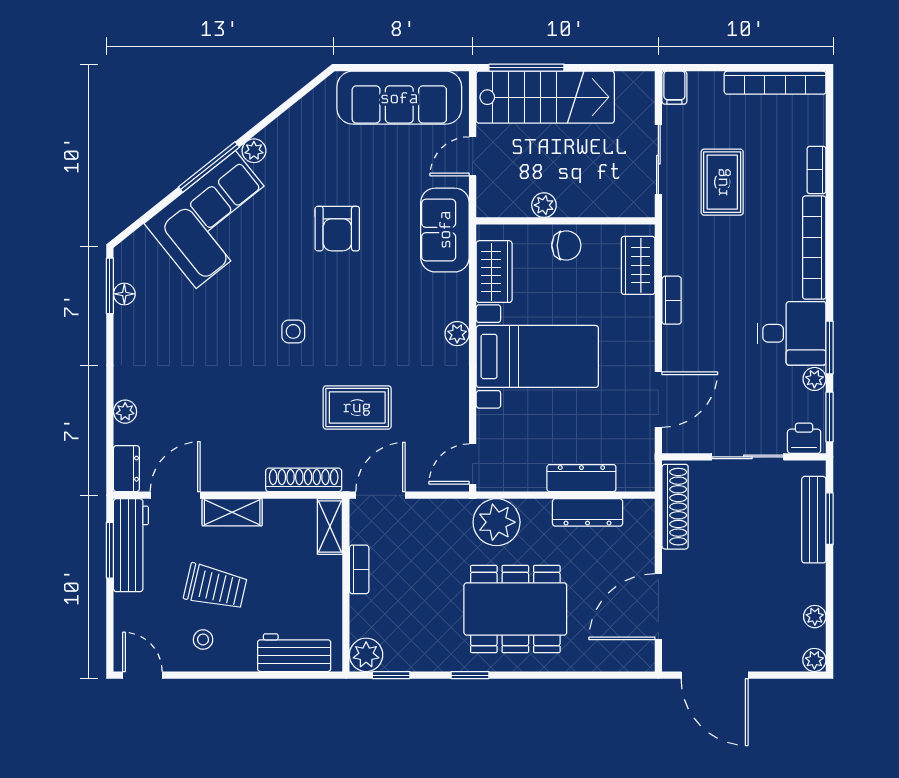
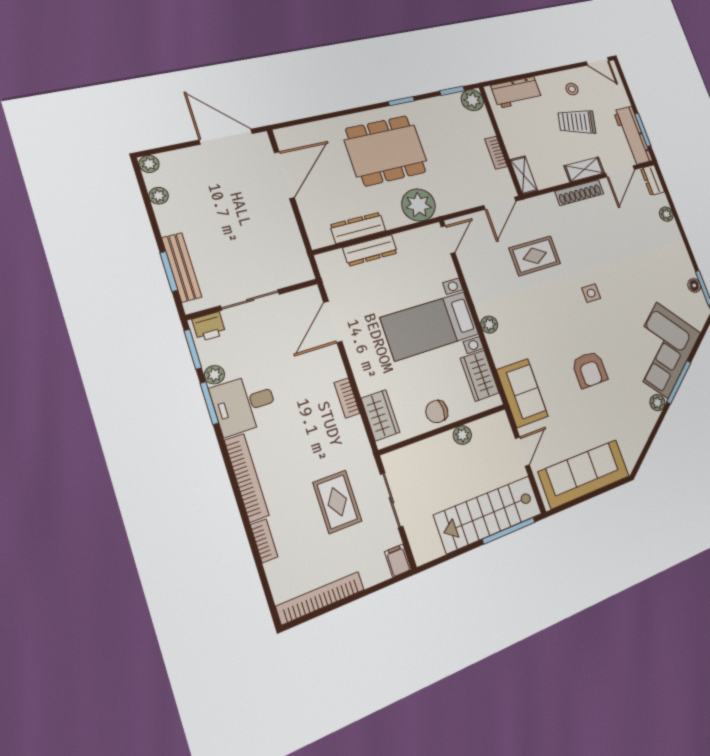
armchair: (337, 229) -> (590, 370), turned 180
shoe rack: (304, 480) -> (579, 193), moved
shoe rack: (675, 507) -> (295, 248), removed

